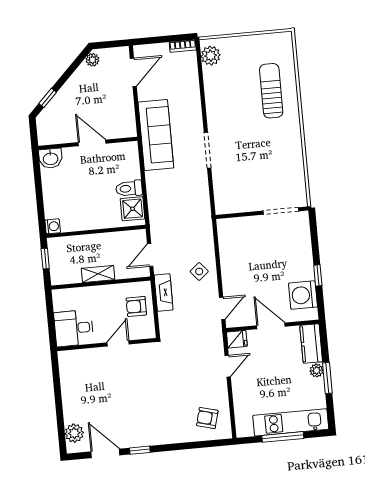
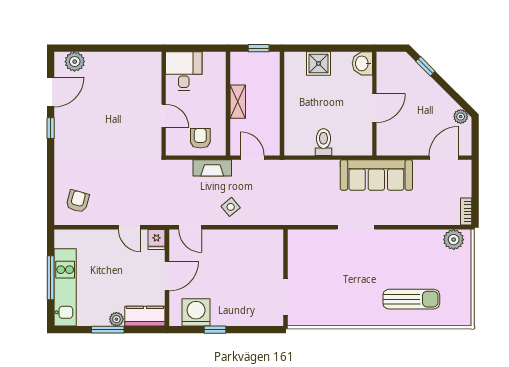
door: (133, 72) -> (444, 158), swing flipped
shower: (133, 209) -> (318, 63), moved
washing machine: (53, 226) -> (292, 59), removed

